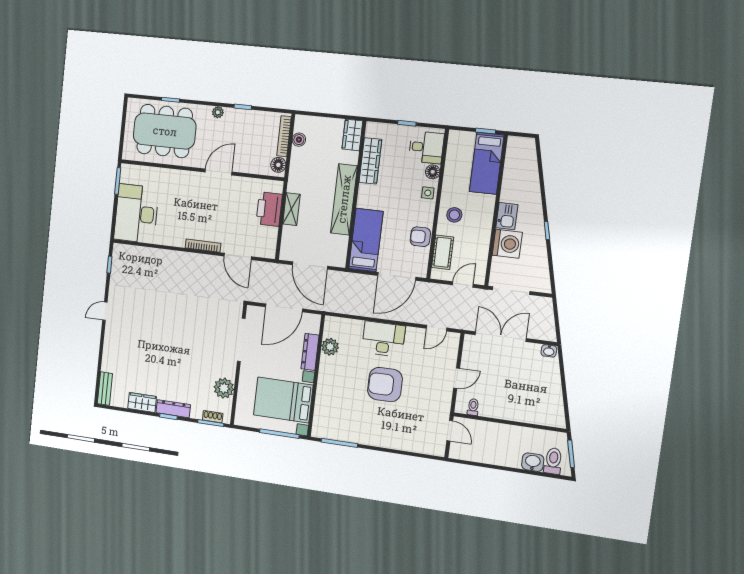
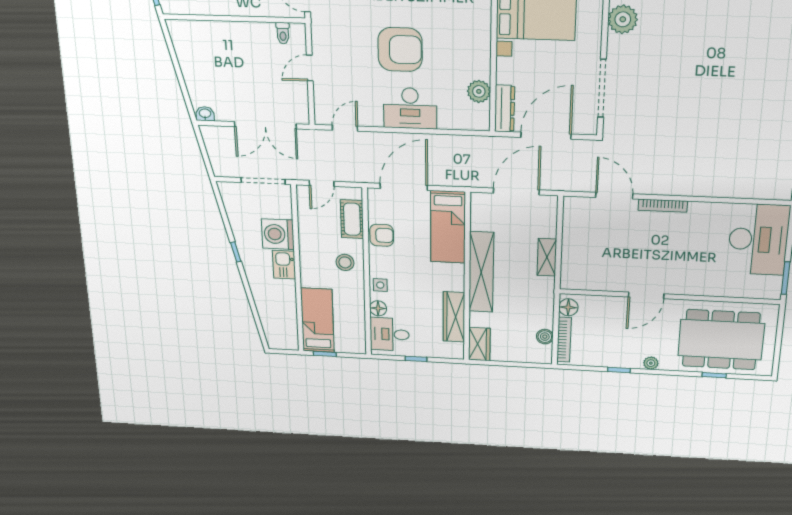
printer: (269, 209) -> (576, 256), removed
door: (310, 265) -> (516, 192), hinge flipped
dresser: (310, 352) -> (505, 109), moved

